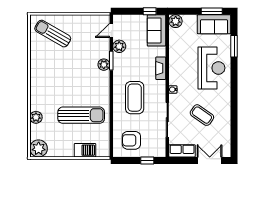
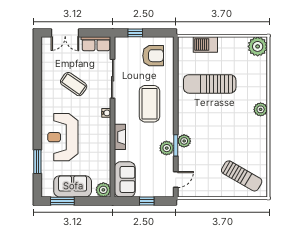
window: (150, 11) -> (147, 201), moved
sofa: (214, 24) -> (73, 186), moved
plant: (119, 46) -> (167, 148), moved
plant: (36, 117) -> (261, 109), moved

